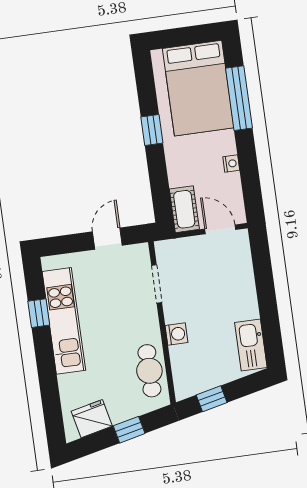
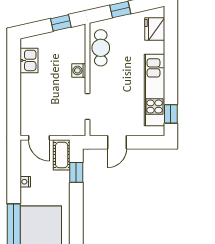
window: (152, 130) -> (76, 172), moved
window: (39, 313) -> (171, 114), moved
kitchen sink: (251, 345) -> (29, 60), width x0.73
fridge: (92, 419) -> (155, 29), moved, turned 103

